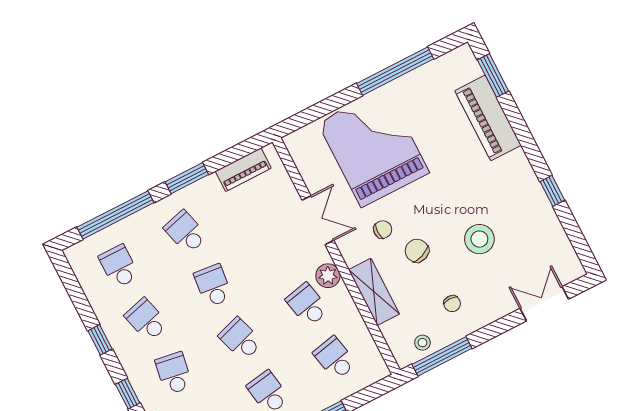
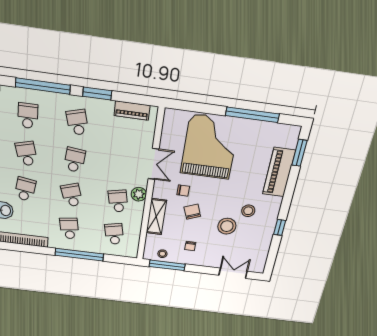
stool: (491, 197) -> (248, 211), added

